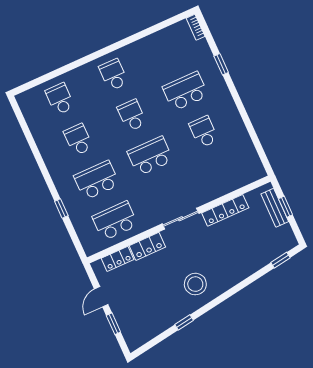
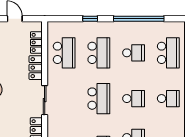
school desk: (60, 99) -> (168, 53), width x1.85
window: (36, 152) -> (139, 19), added

